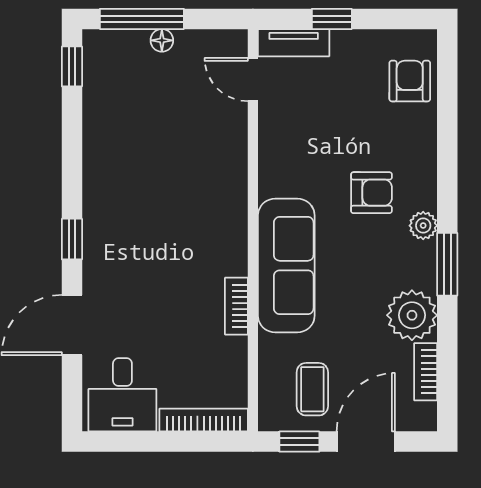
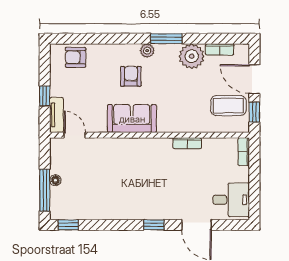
door: (253, 79) -> (75, 135), swing flipped
sofa: (286, 266) -> (132, 119), moved, width x0.73
coffee table: (312, 389) -> (228, 106), width x1.36, depth x1.30
bookcase: (204, 420) -> (244, 152), width x0.64

